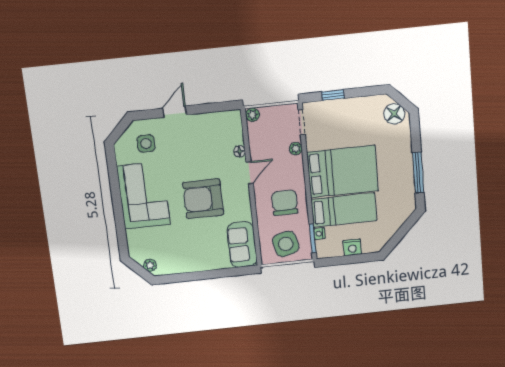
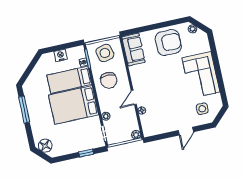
armchair: (203, 199) -> (168, 43), moved

